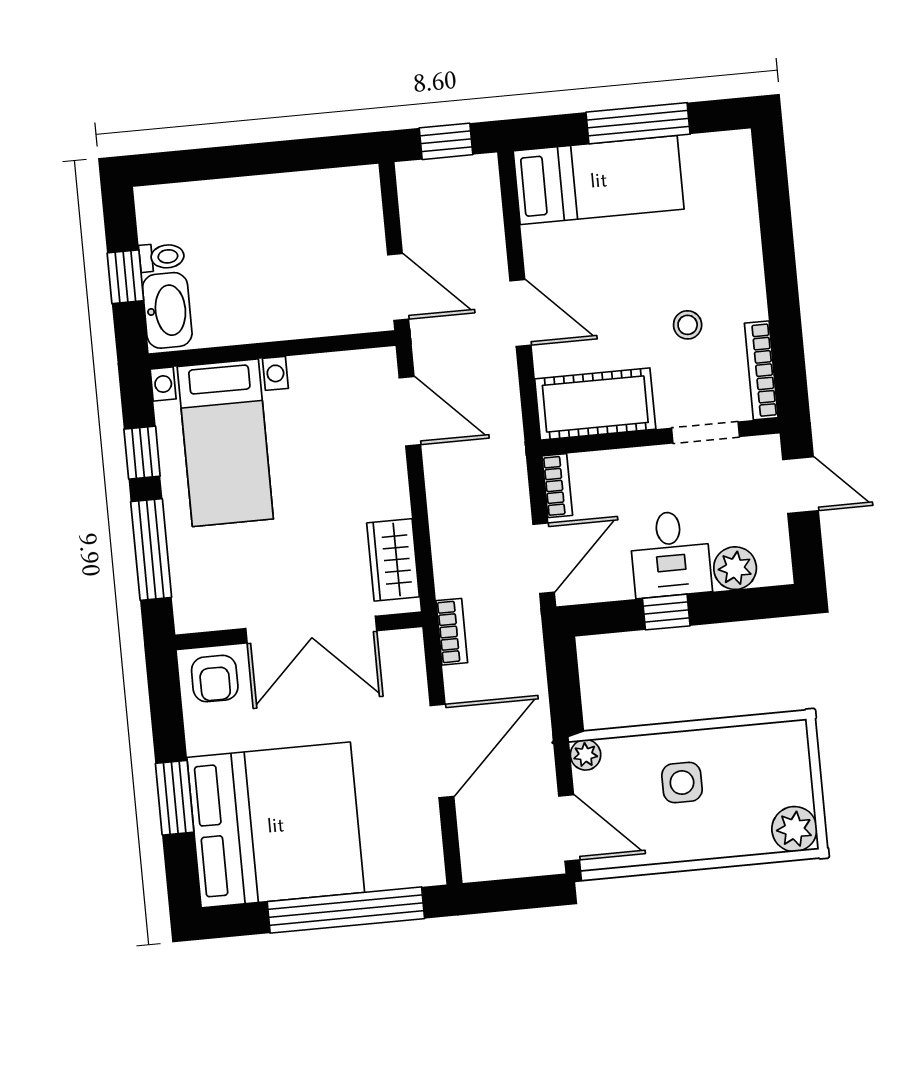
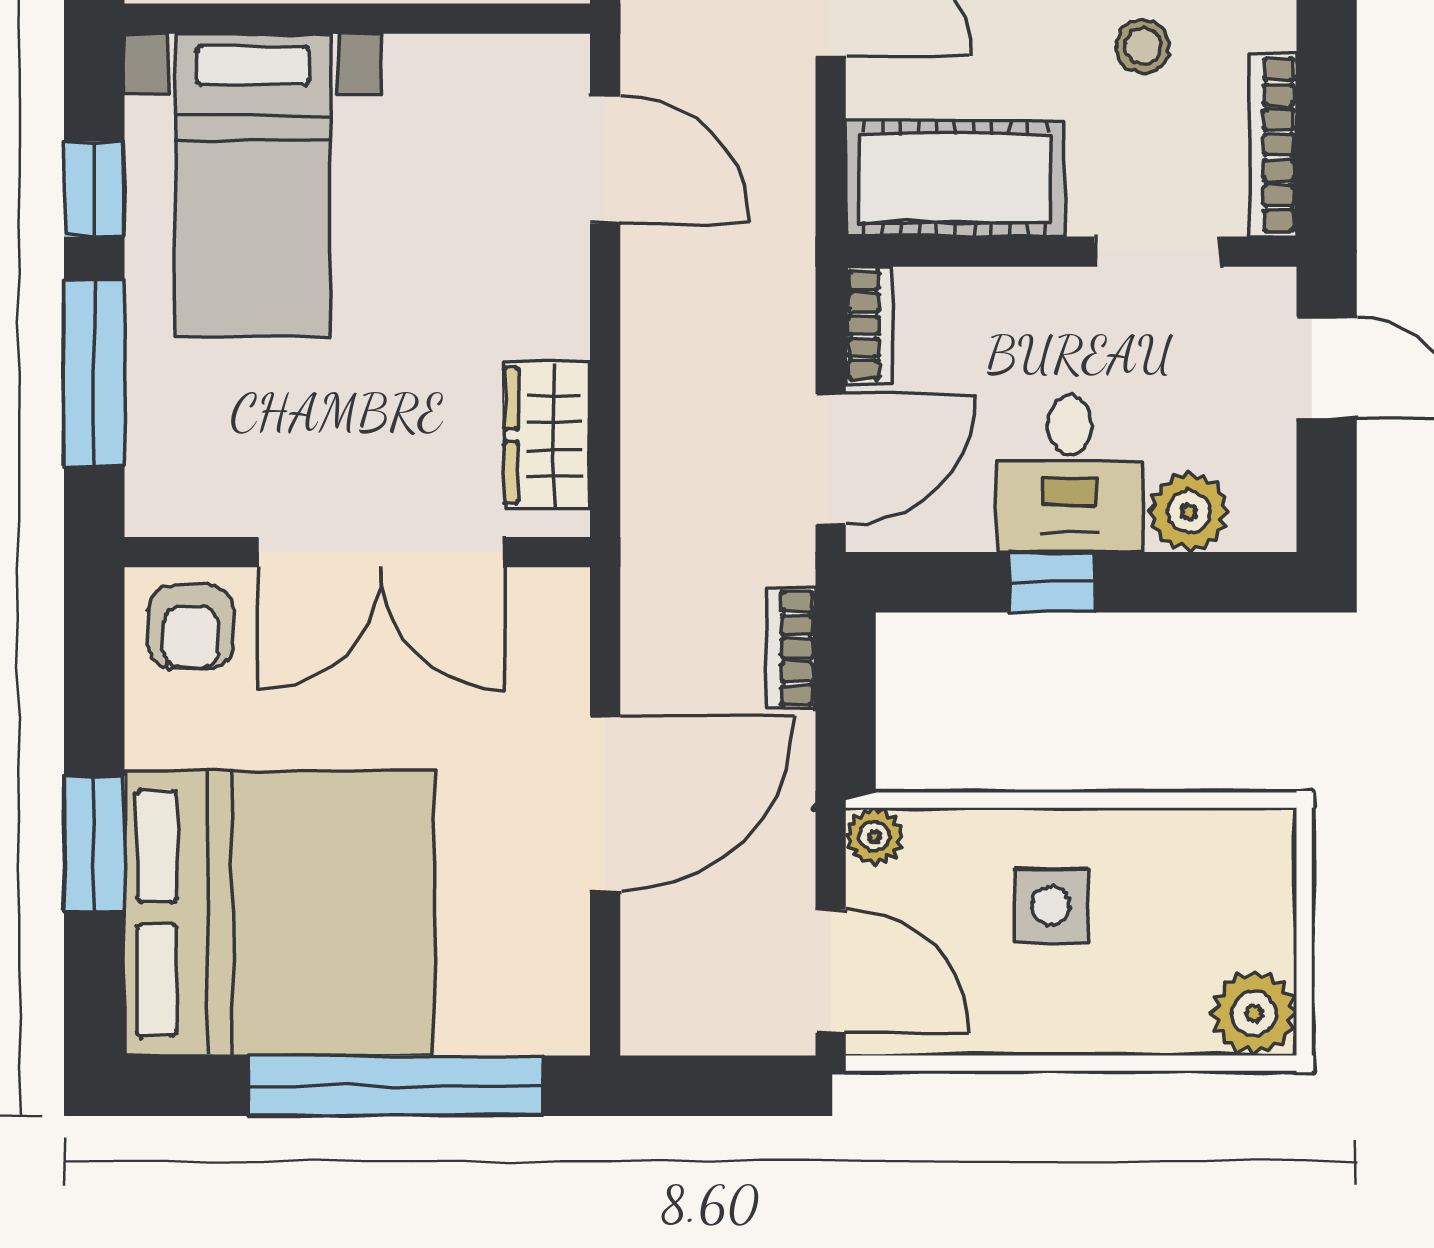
bookcase: (452, 632) -> (791, 649), moved, turned 180

